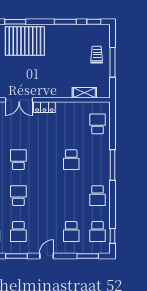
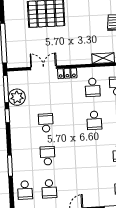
double door: (19, 100) -> (44, 68), swing flipped
school desk: (71, 232) -> (93, 87), moved

